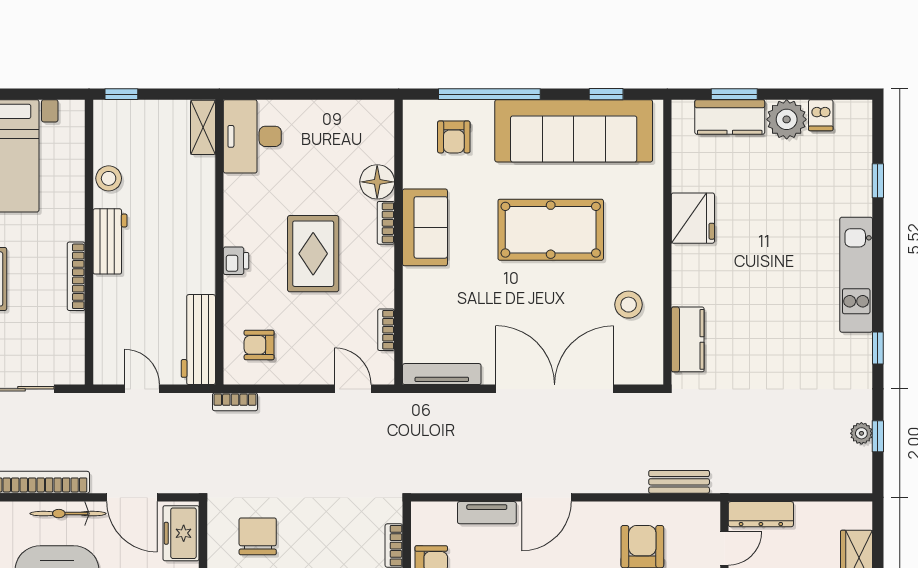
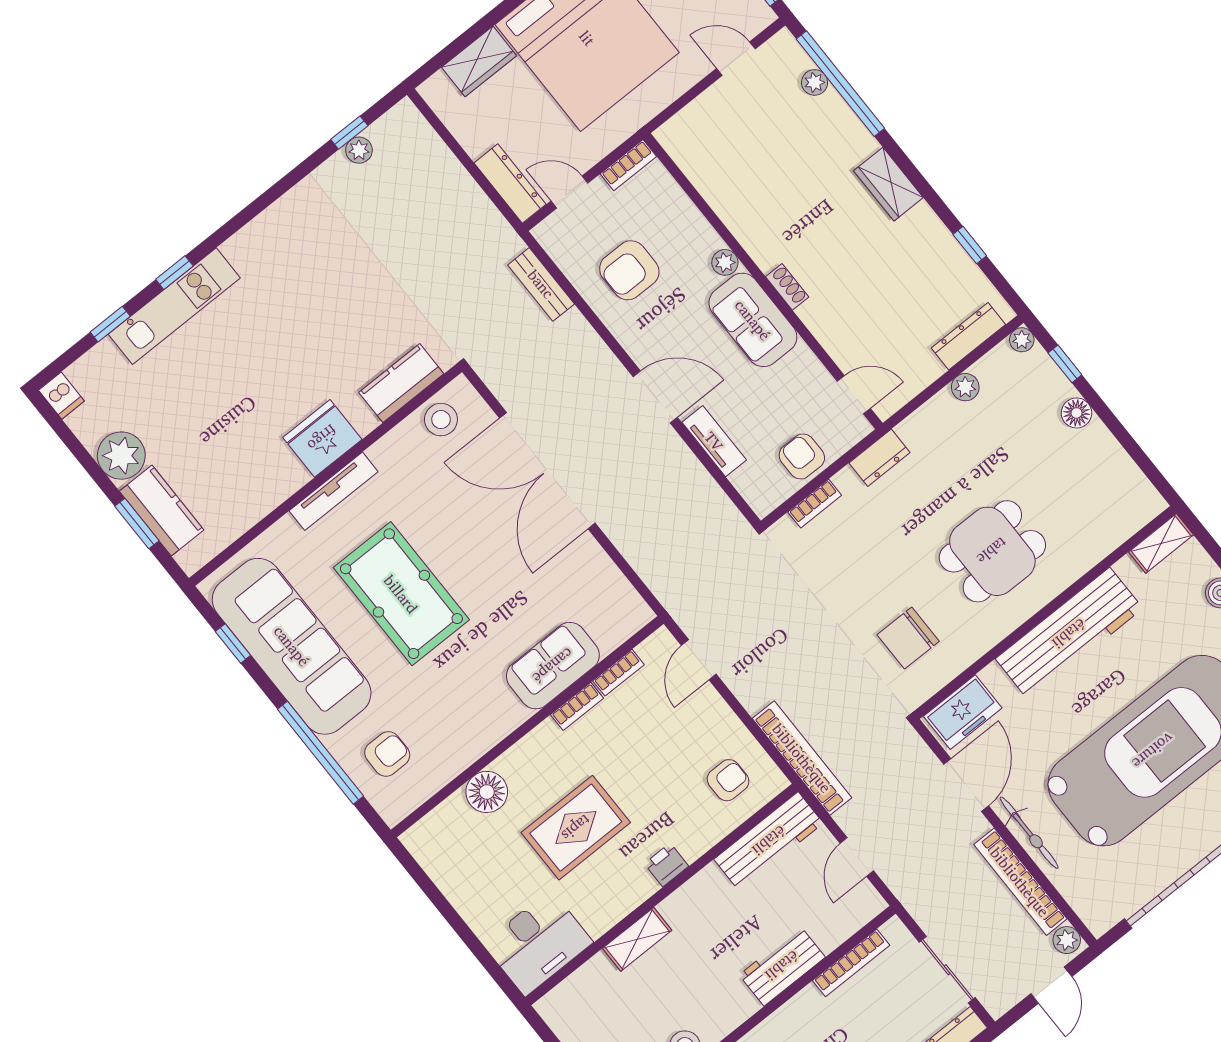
dishwasher: (821, 115) -> (61, 396), moved, turned 90
shelving: (203, 127) -> (637, 939), moved
fridge: (693, 218) -> (322, 438), moved
bookcase: (386, 223) -> (577, 706), moved
sofa: (425, 227) -> (553, 666), moved
workbench: (110, 241) -> (782, 966), moved
rug: (313, 254) -> (576, 828), moved
kitchen unit: (856, 275) -> (174, 306), moved
bookcase: (76, 276) -> (851, 963), moved
stool: (629, 305) -> (441, 420), moved
armchair: (259, 345) -> (728, 780), turned -90
window: (878, 348) -> (174, 273), moved
tv unit: (442, 374) -> (334, 491), moved, turned -90
bookcase: (235, 402) -> (802, 758), width x2.31, depth x1.31

